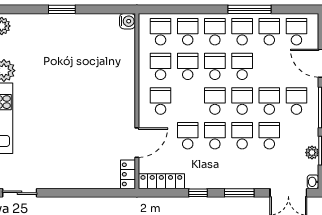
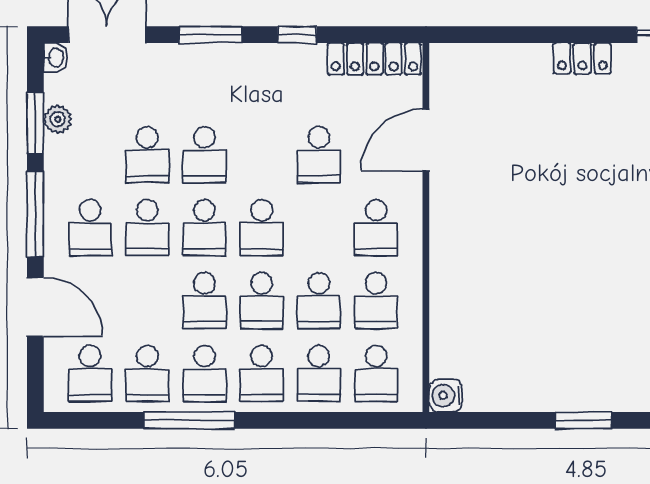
school desk: (215, 136) -> (262, 155), removed
locker: (128, 174) -> (582, 58), moved, turned 90

